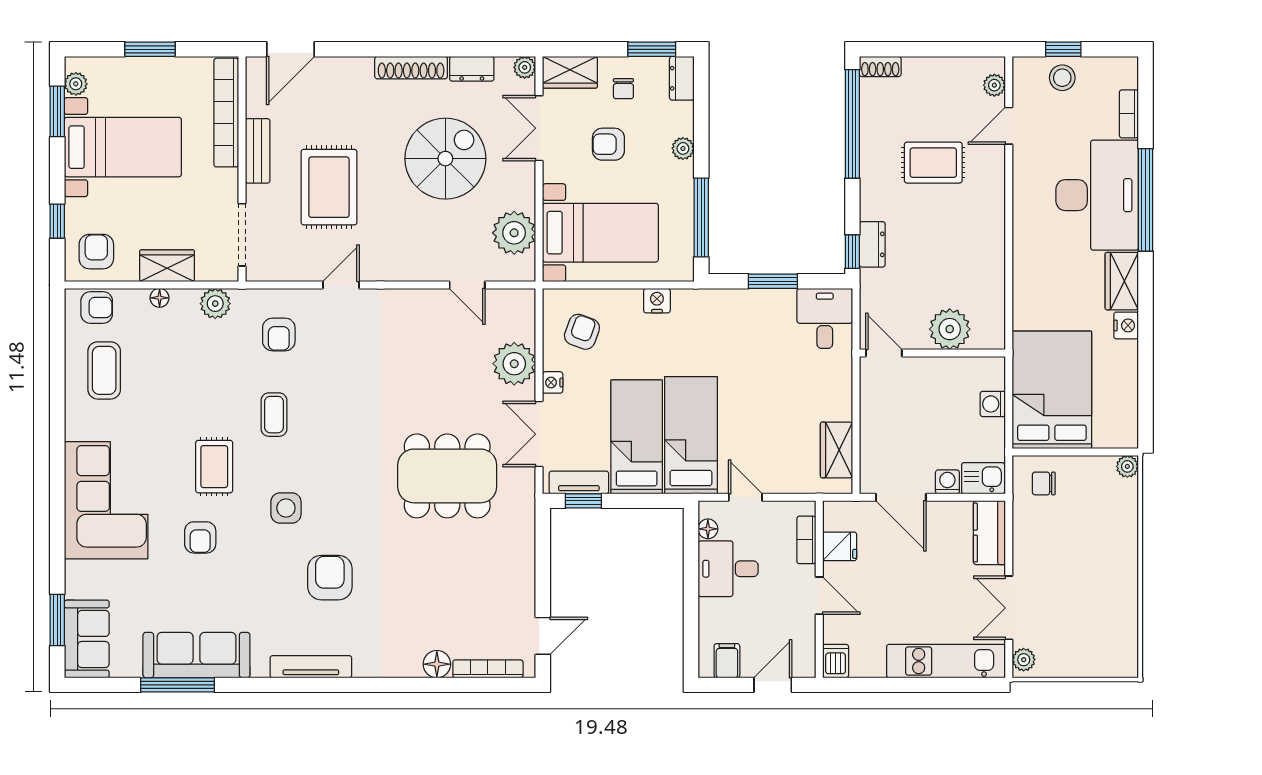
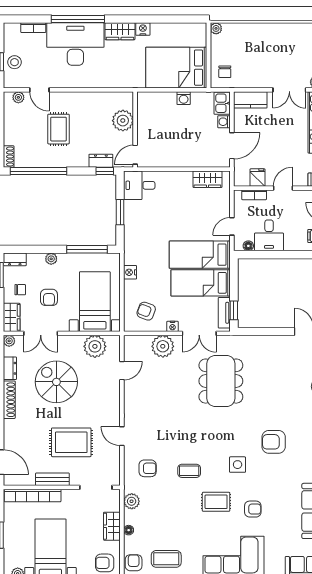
plant: (950, 329) -> (123, 121), moved
door: (884, 353) -> (135, 155), moved
wall: (932, 353) -> (135, 129), moved

